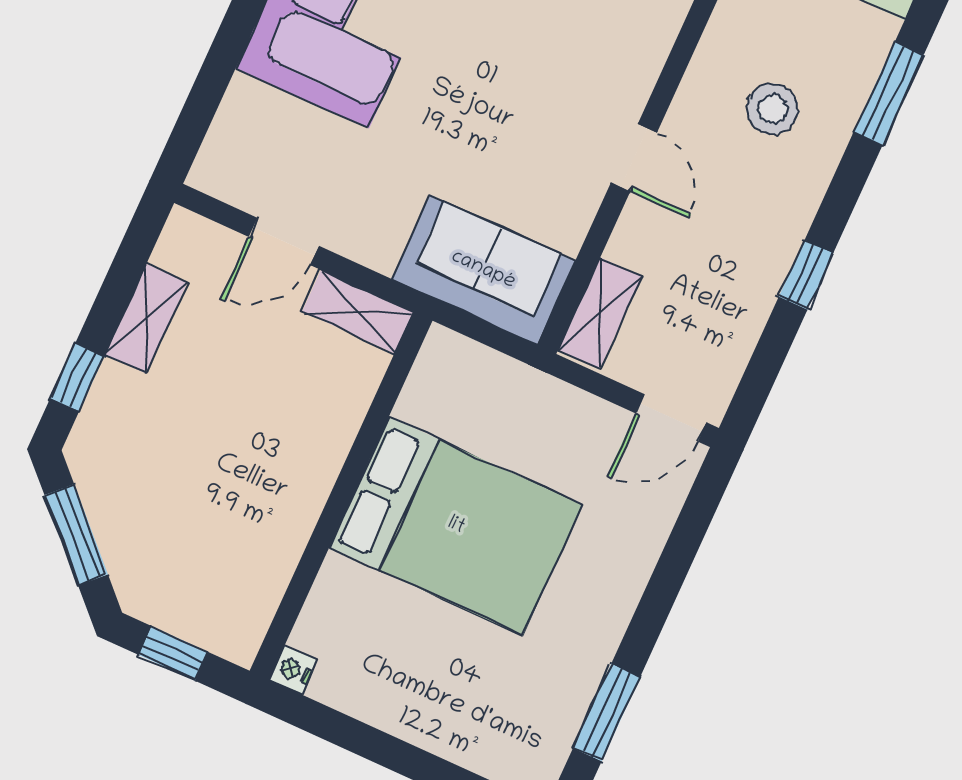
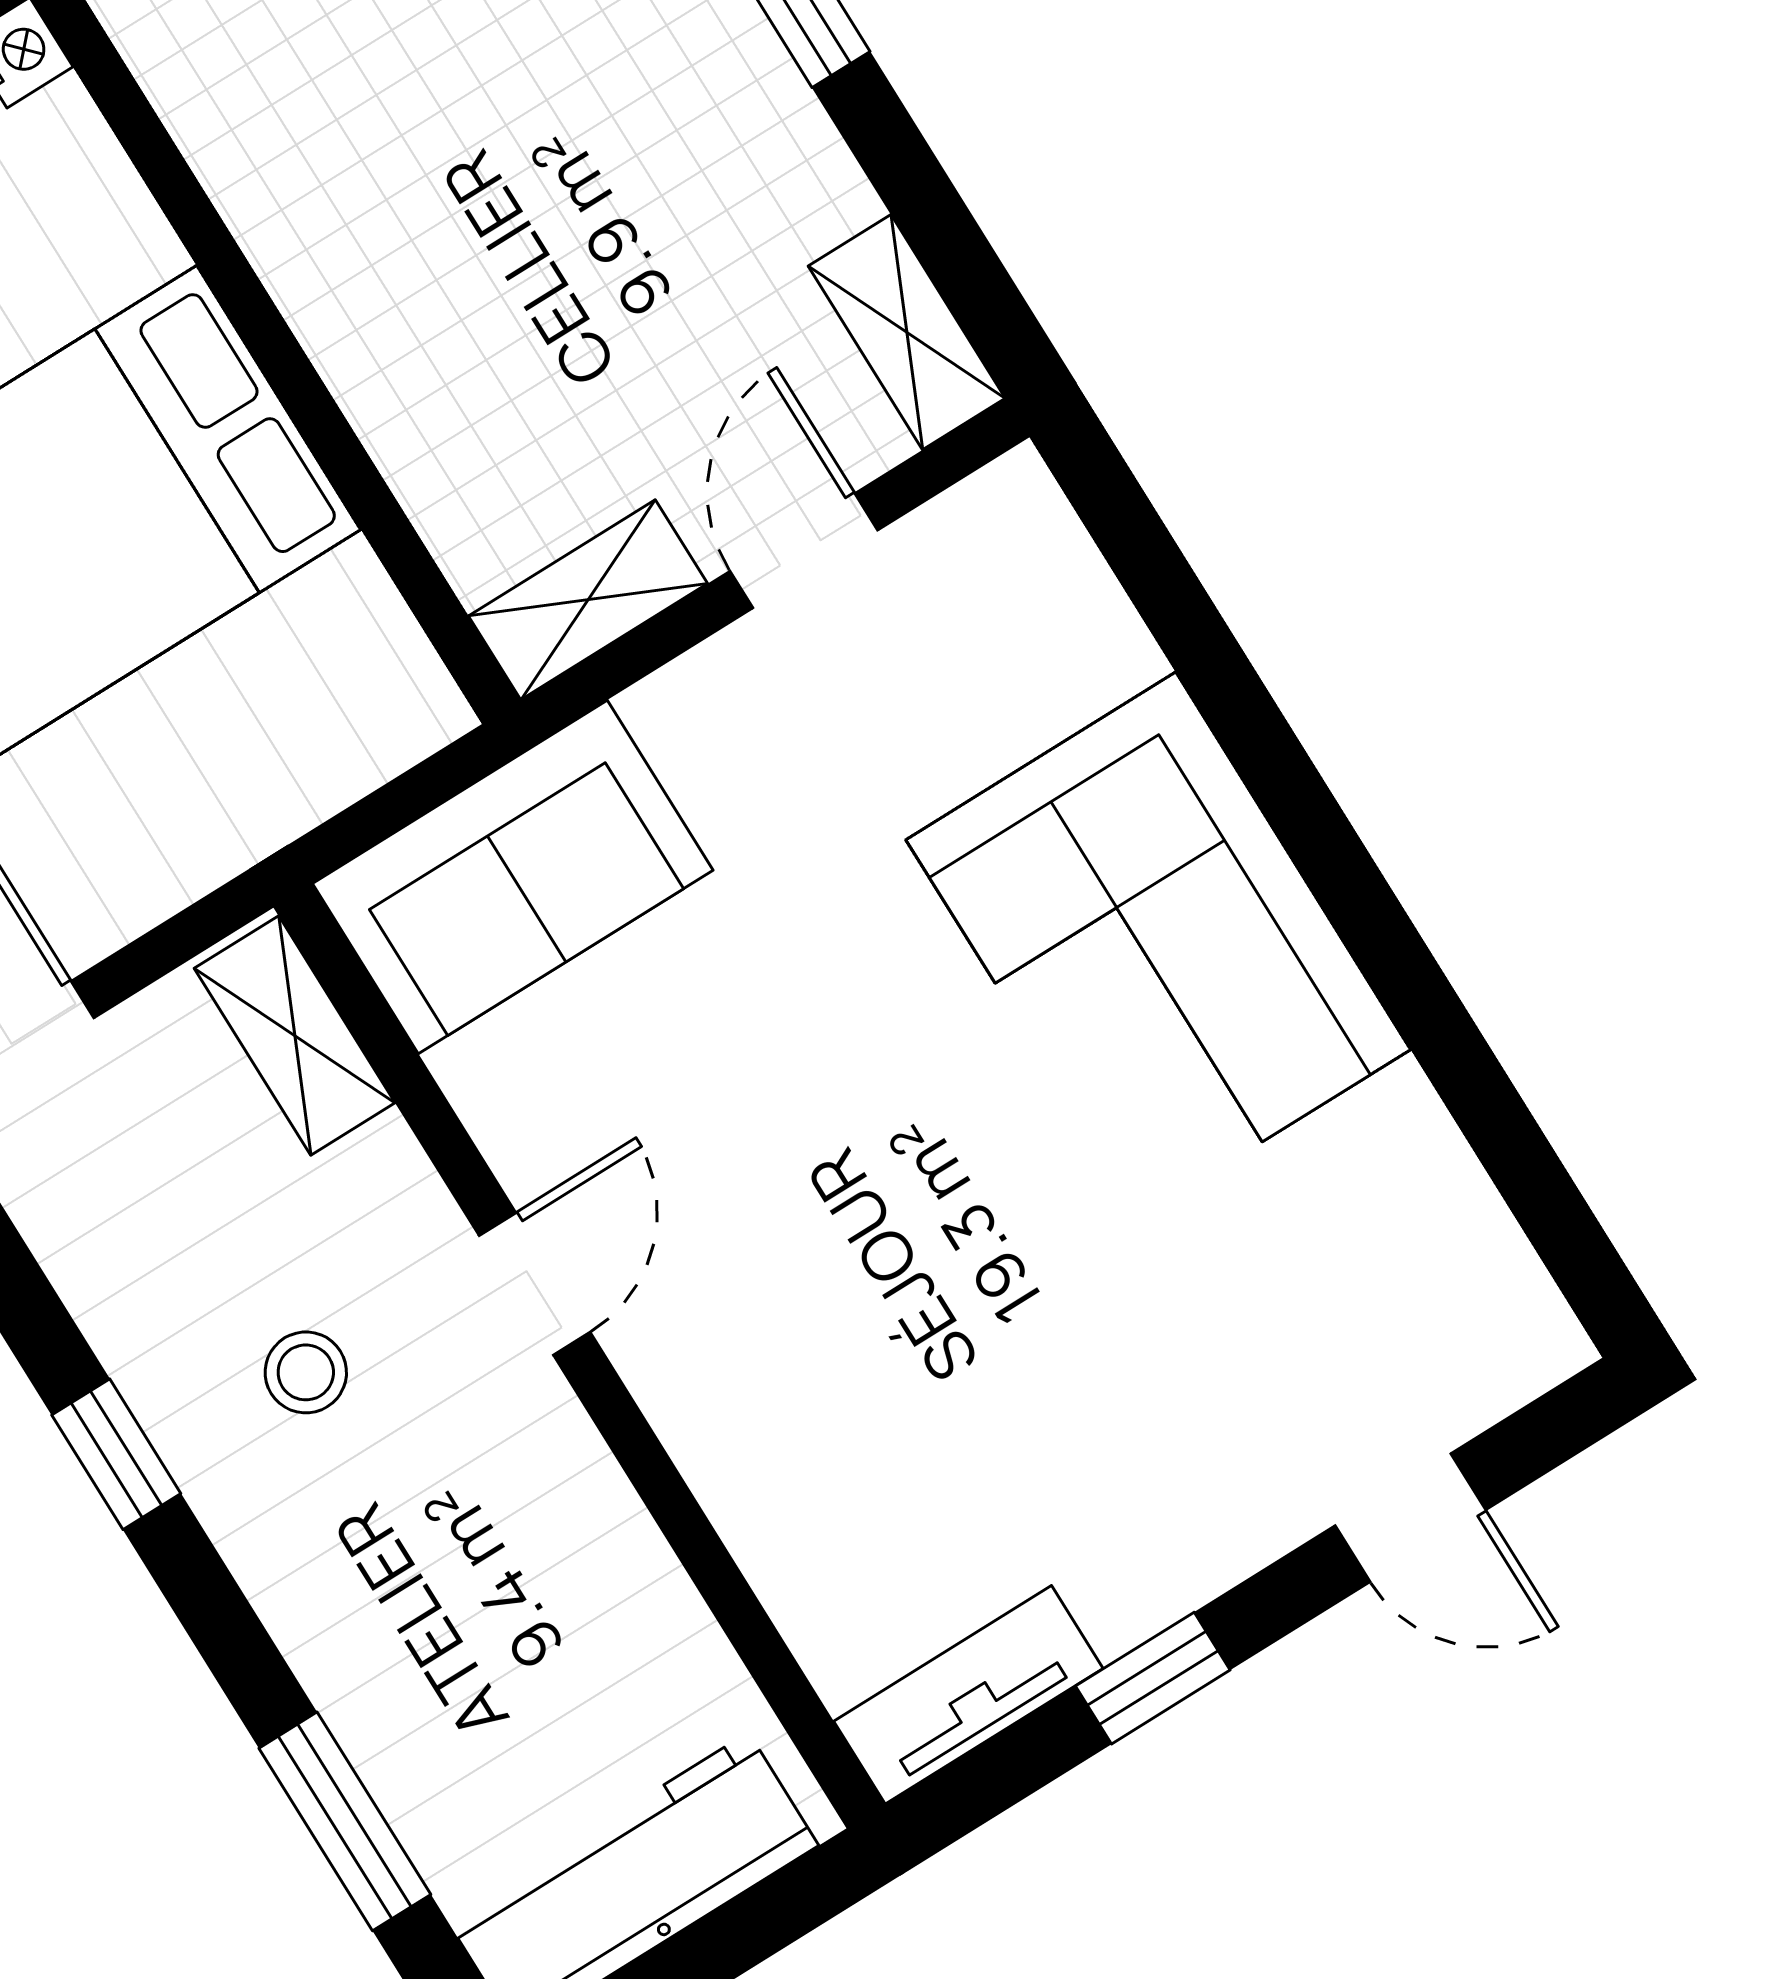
stool: (772, 109) -> (306, 1372), moved, width x0.73, depth x0.73
door: (634, 158) -> (535, 1284), swing flipped
shelving: (146, 319) -> (907, 332), moved

